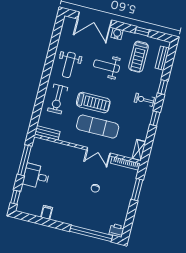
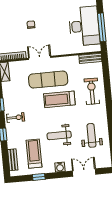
double door: (95, 19) -> (84, 173), width x0.73
weight bench: (69, 65) -> (91, 135), moved
weight bench: (107, 66) -> (59, 135), turned 180
desk: (36, 176) -> (84, 26), width x1.87, depth x1.30

